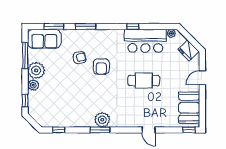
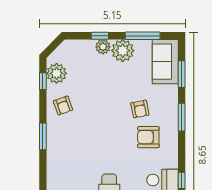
armchair: (101, 66) -> (148, 137), moved
window: (25, 101) -> (100, 36), moved
armchair: (77, 115) -> (63, 105), added
plant: (102, 120) -> (57, 73), moved

